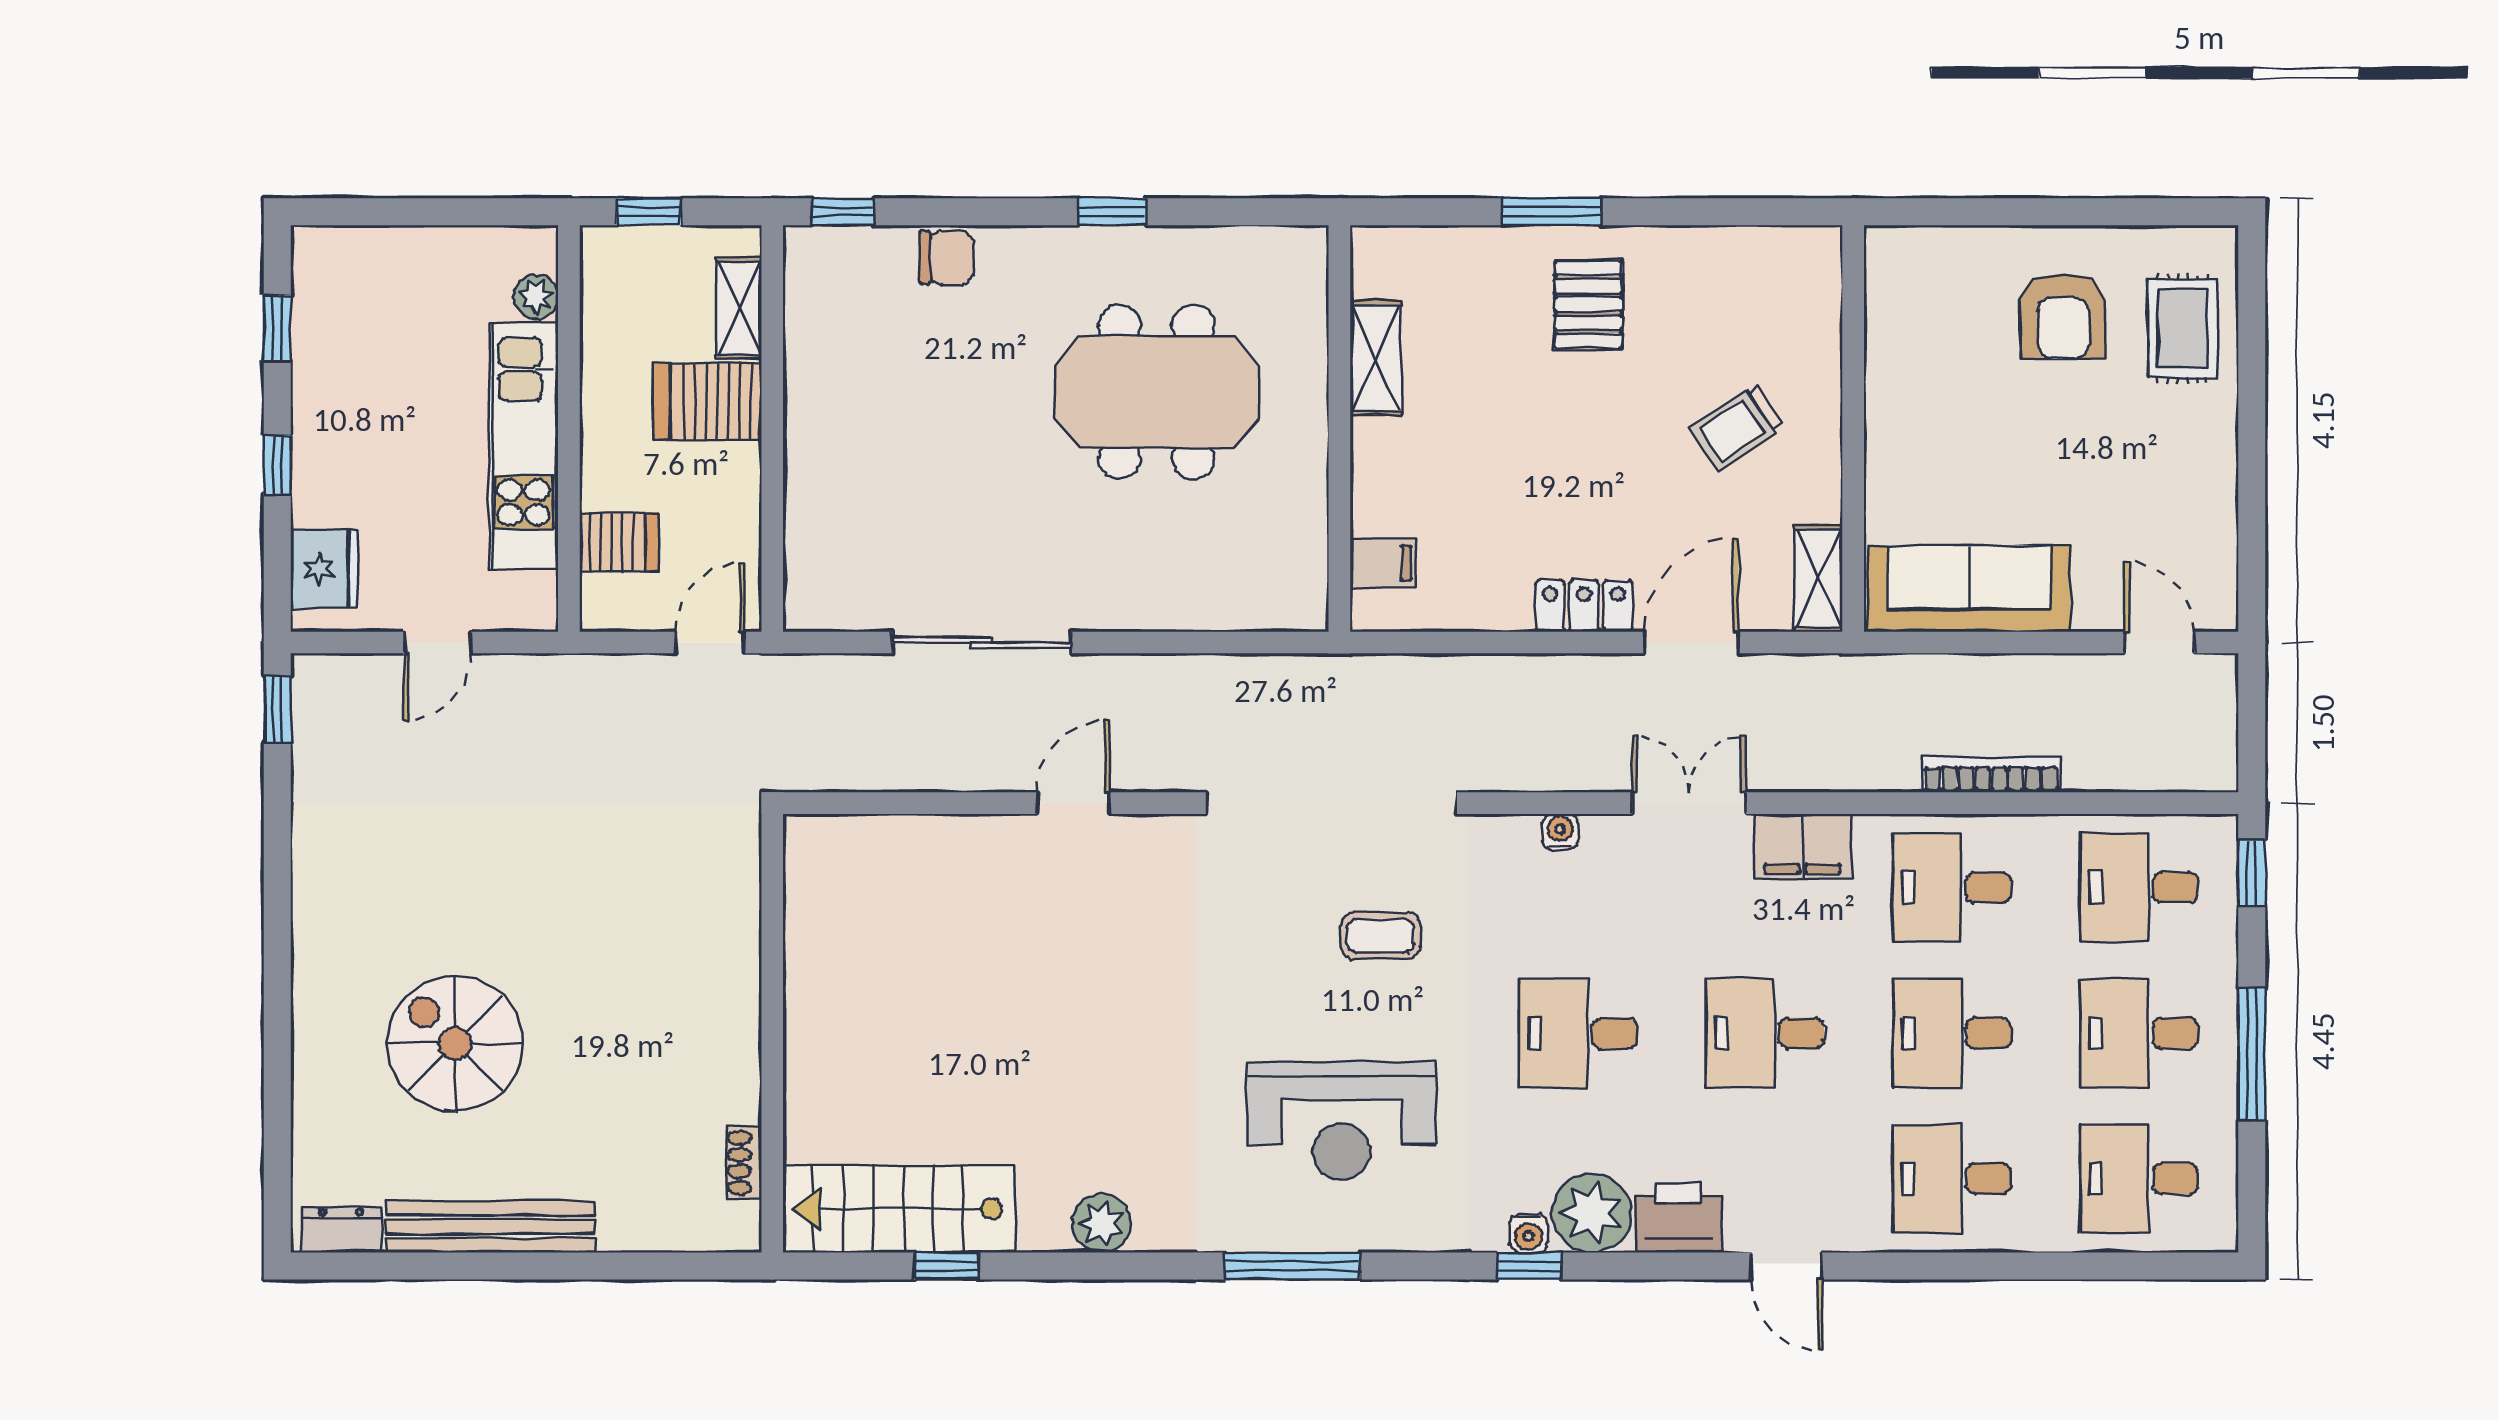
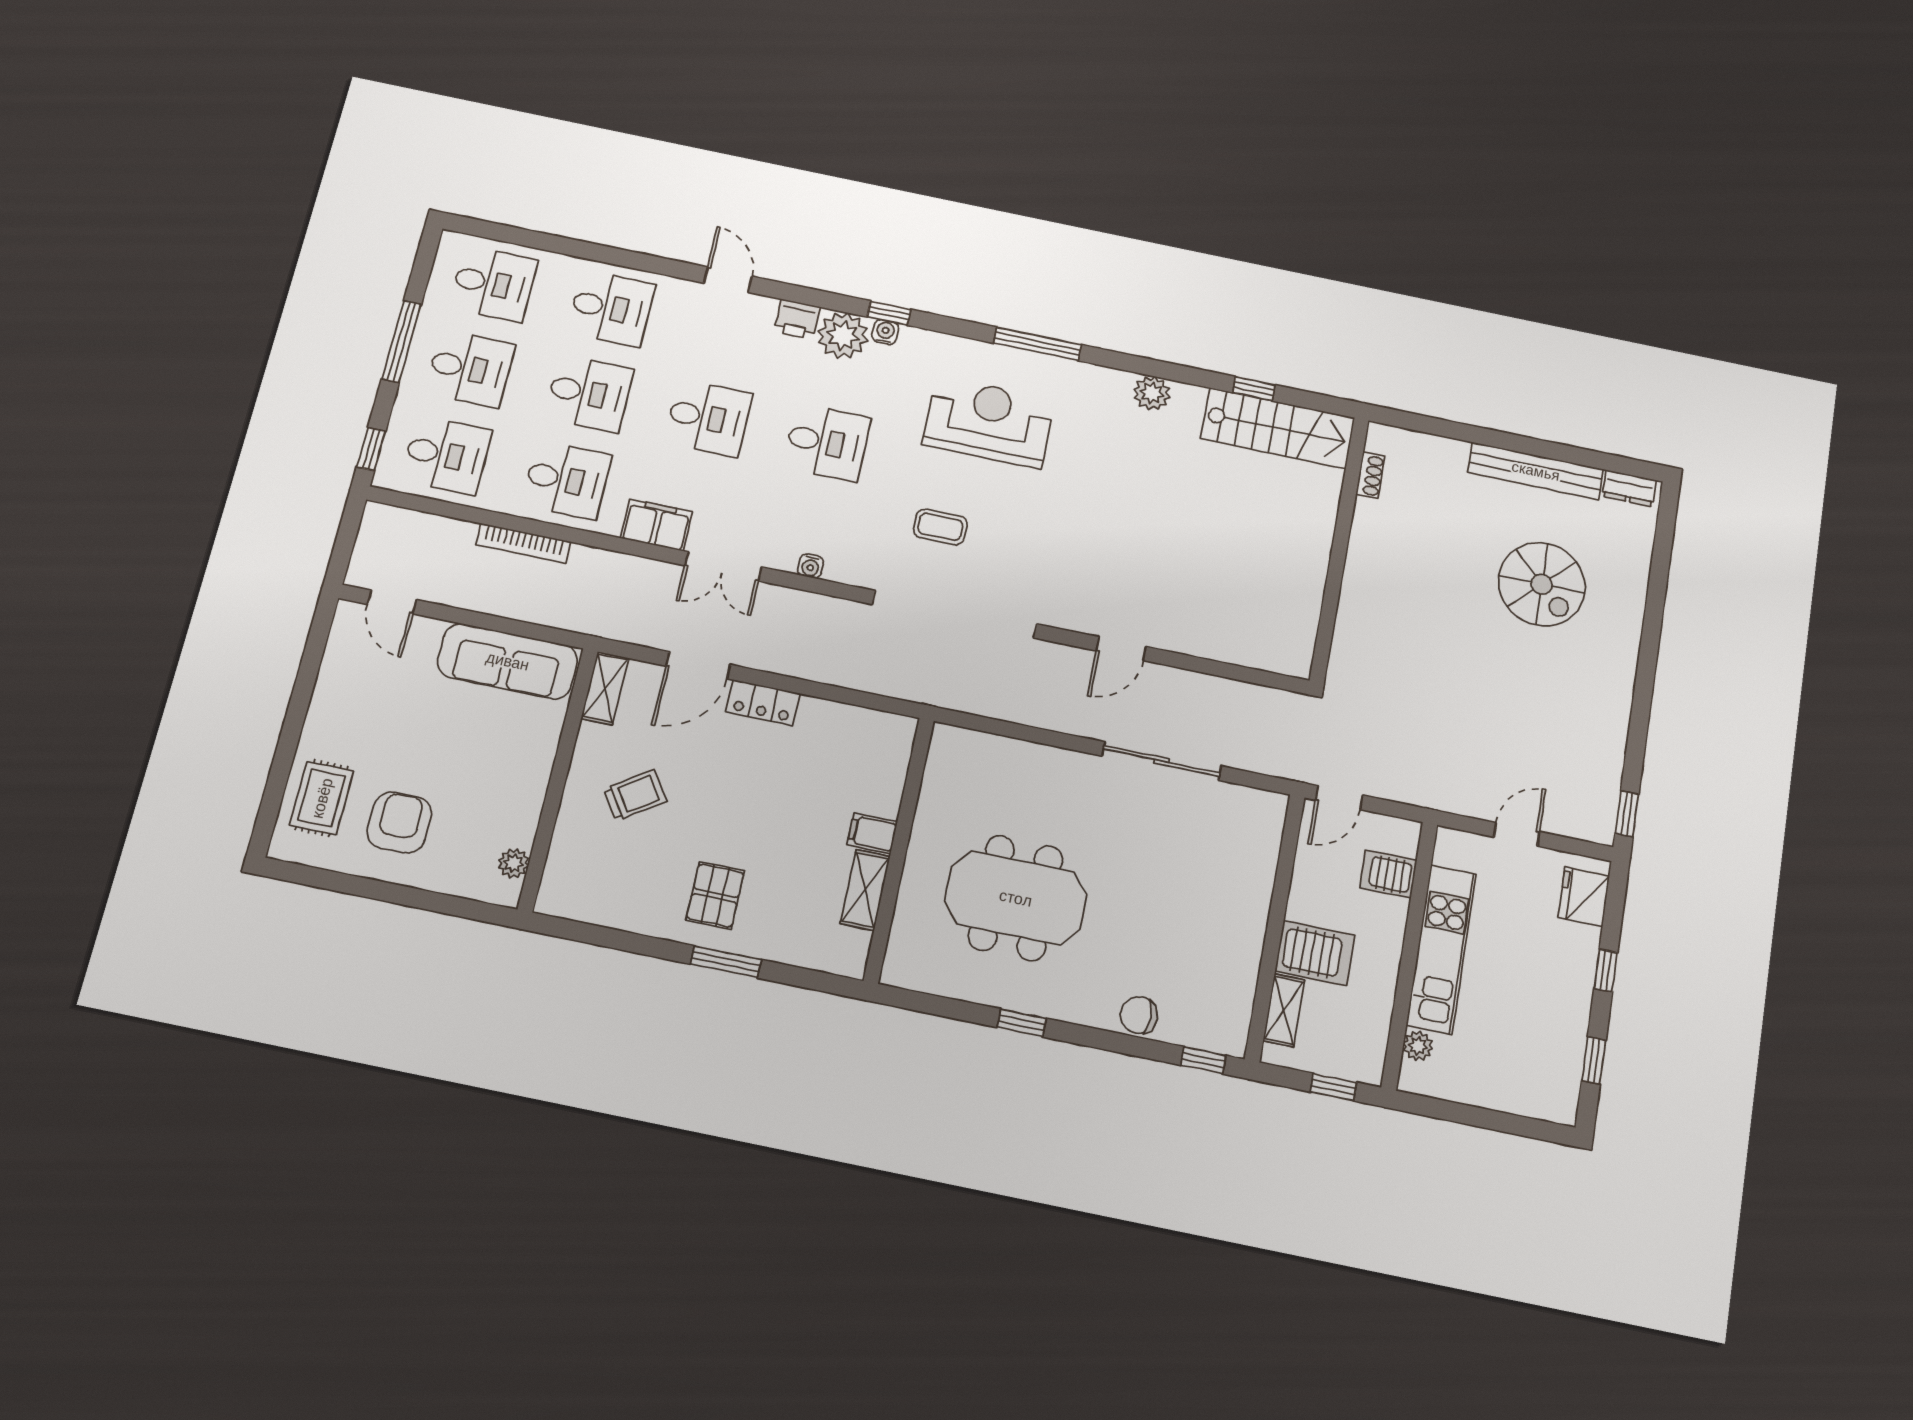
plant: (1886, 291) -> (514, 863), added
filing cabinet: (1383, 563) -> (872, 833), moved
printer: (1678, 1217) -> (797, 319), width x0.73, depth x0.81

